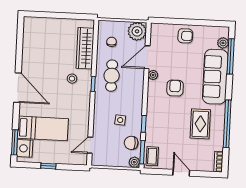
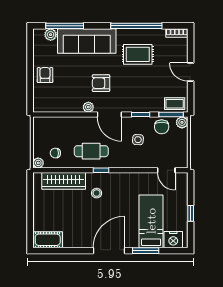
cot: (30, 30) -> (48, 240), added
plant: (137, 31) -> (38, 163), moved, width x0.53, depth x0.53
door: (147, 57) -> (109, 114), moved
window: (15, 142) -> (146, 251), moved
door: (181, 173) -> (191, 72), hinge flipped

